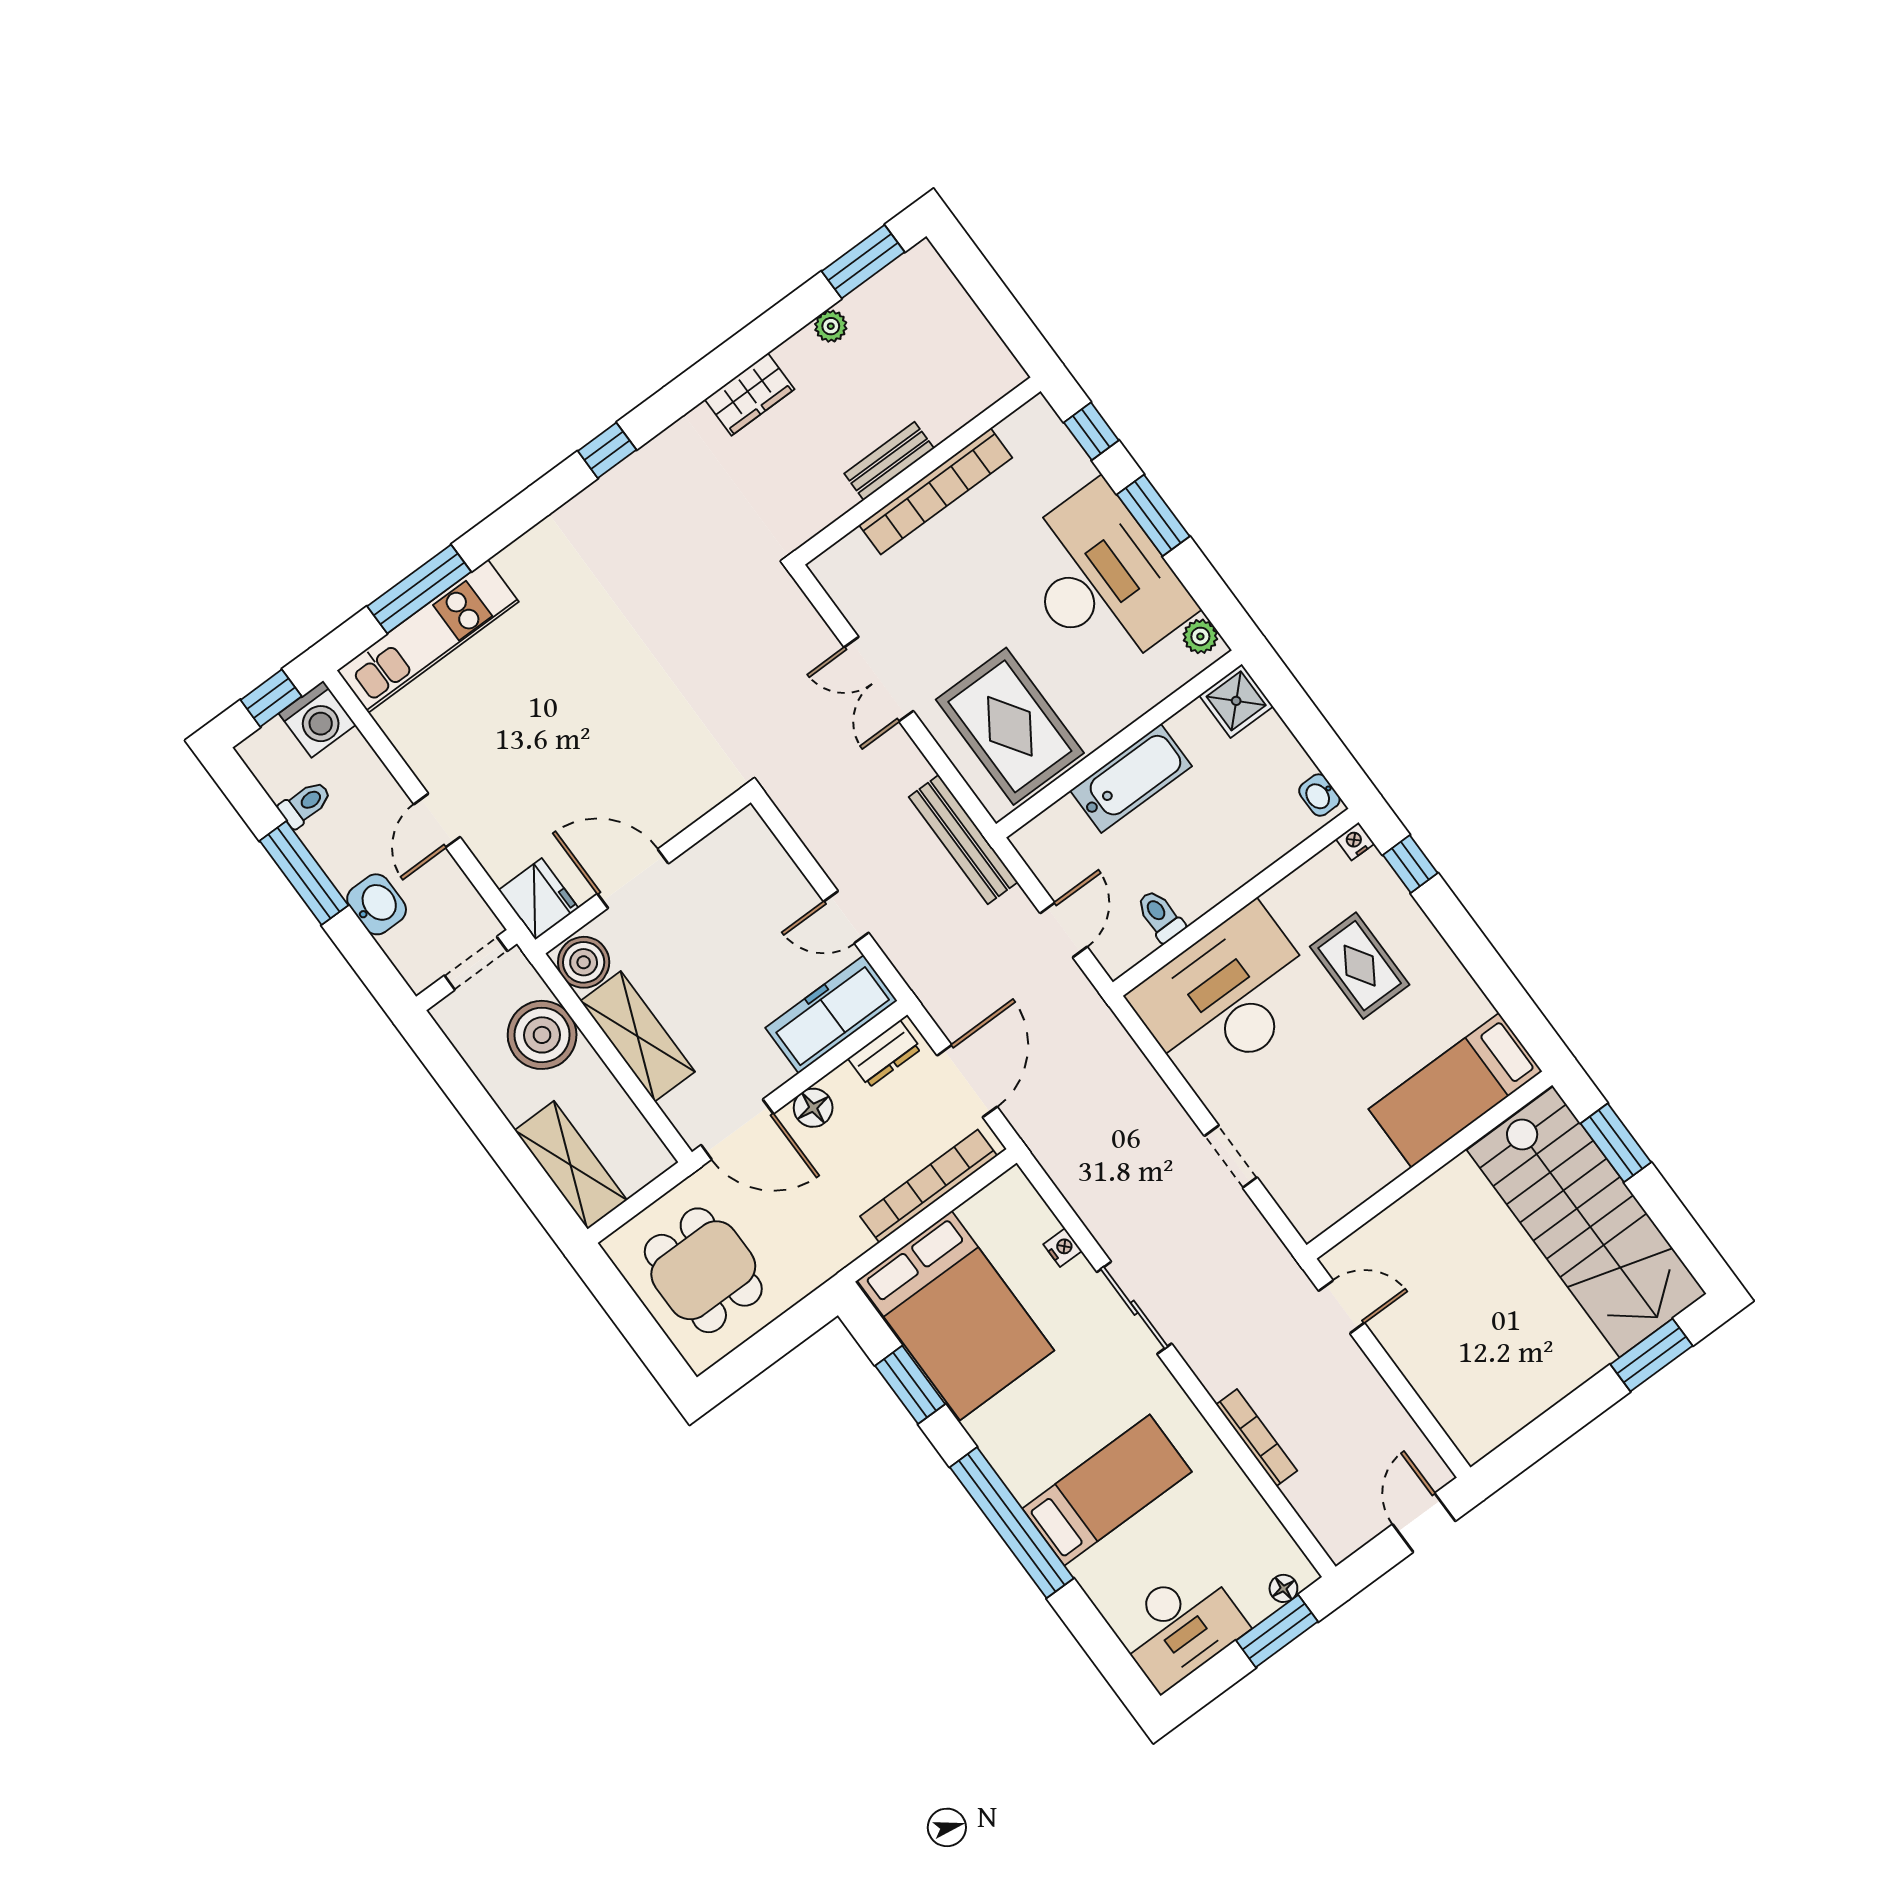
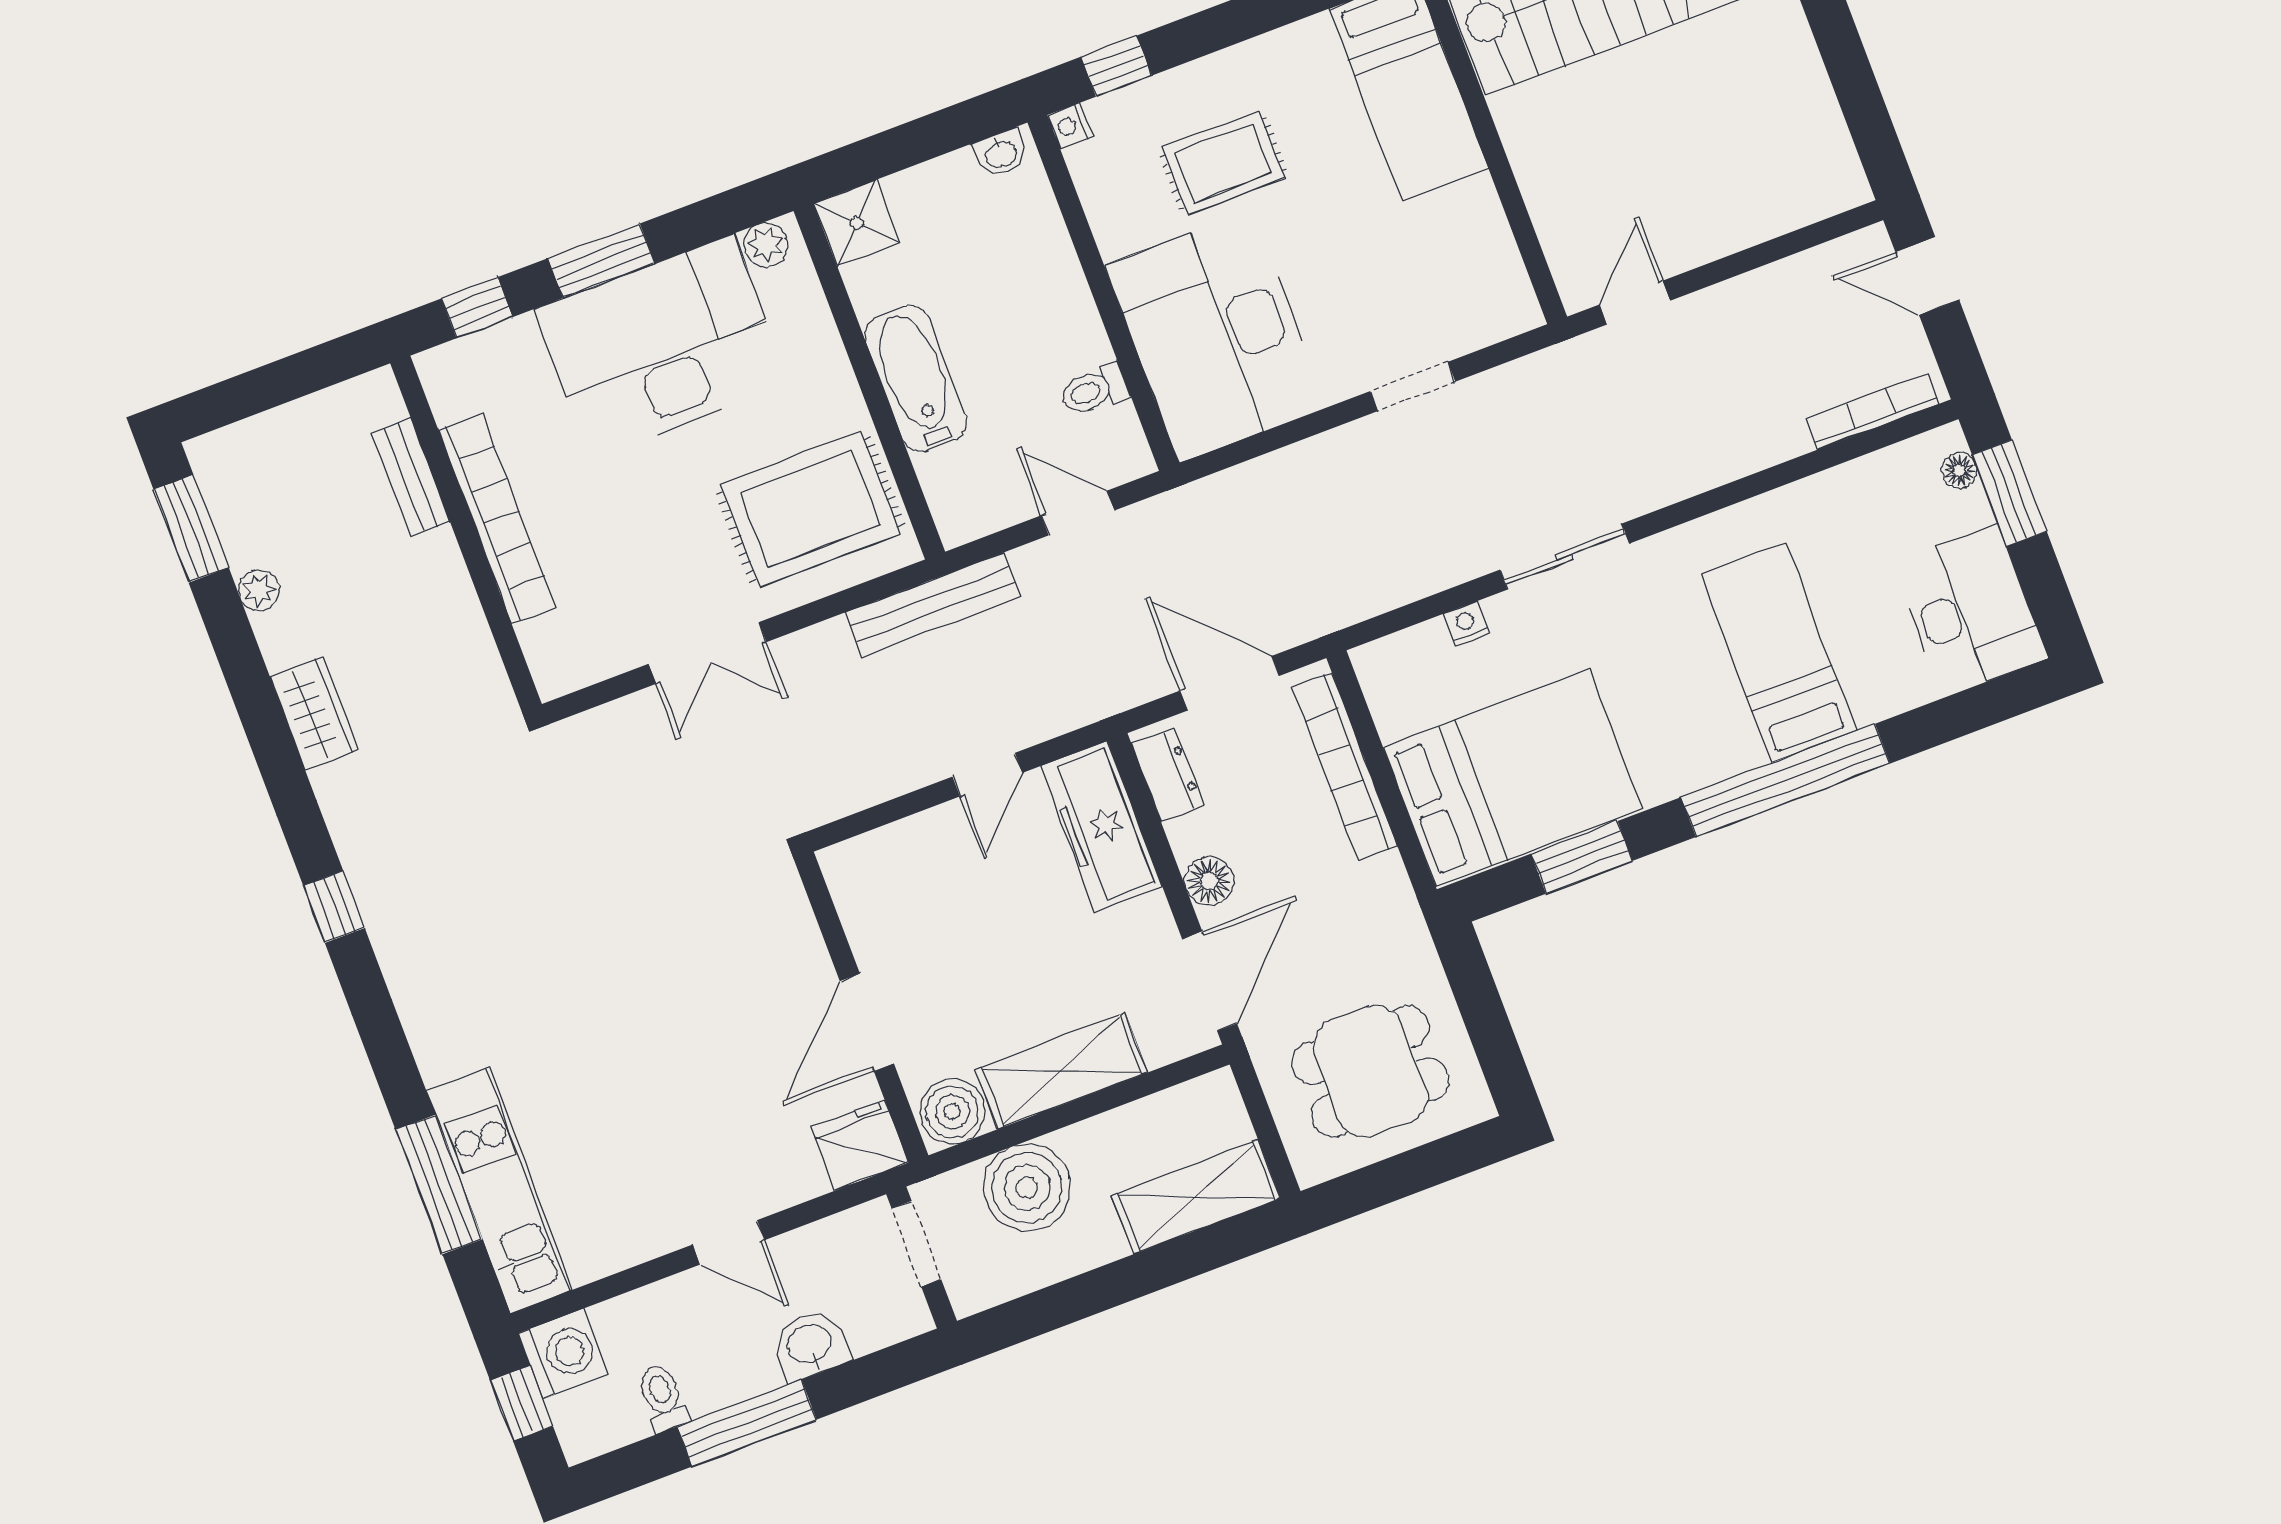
bench: (889, 461) -> (411, 477), moved
bookcase: (1257, 1438) -> (1873, 411), moved

